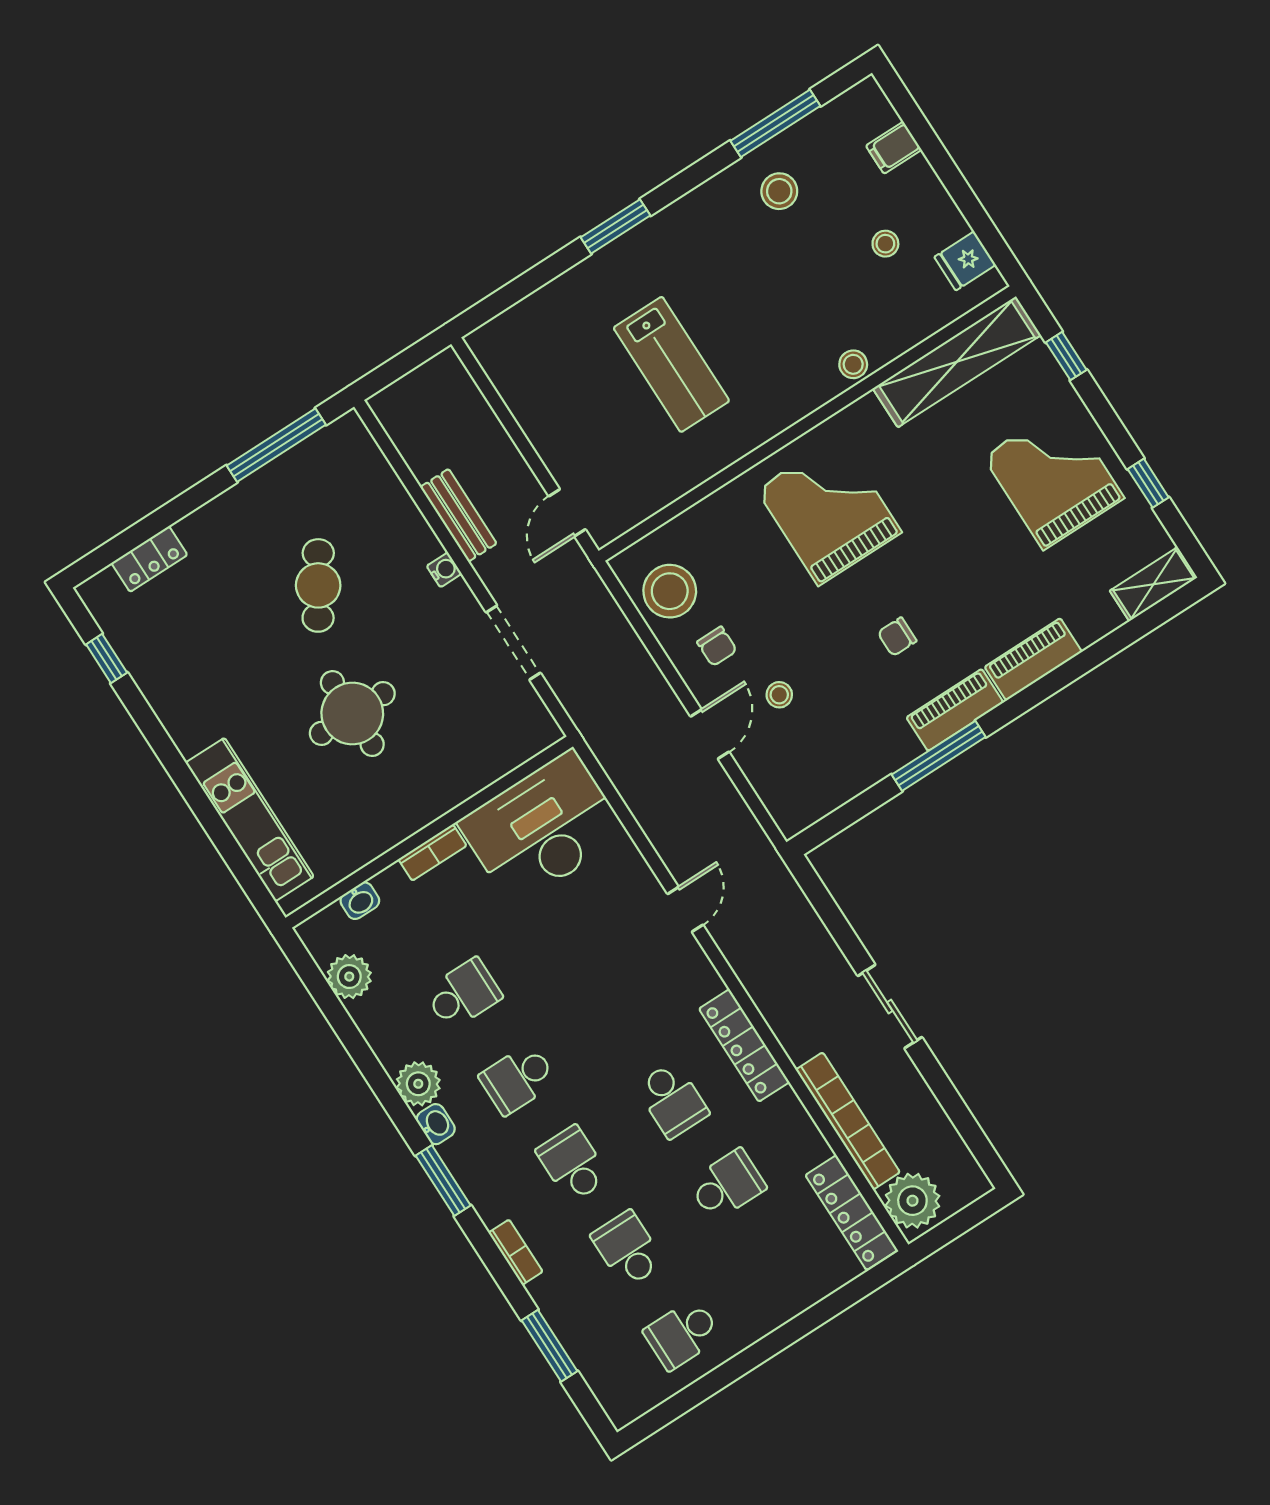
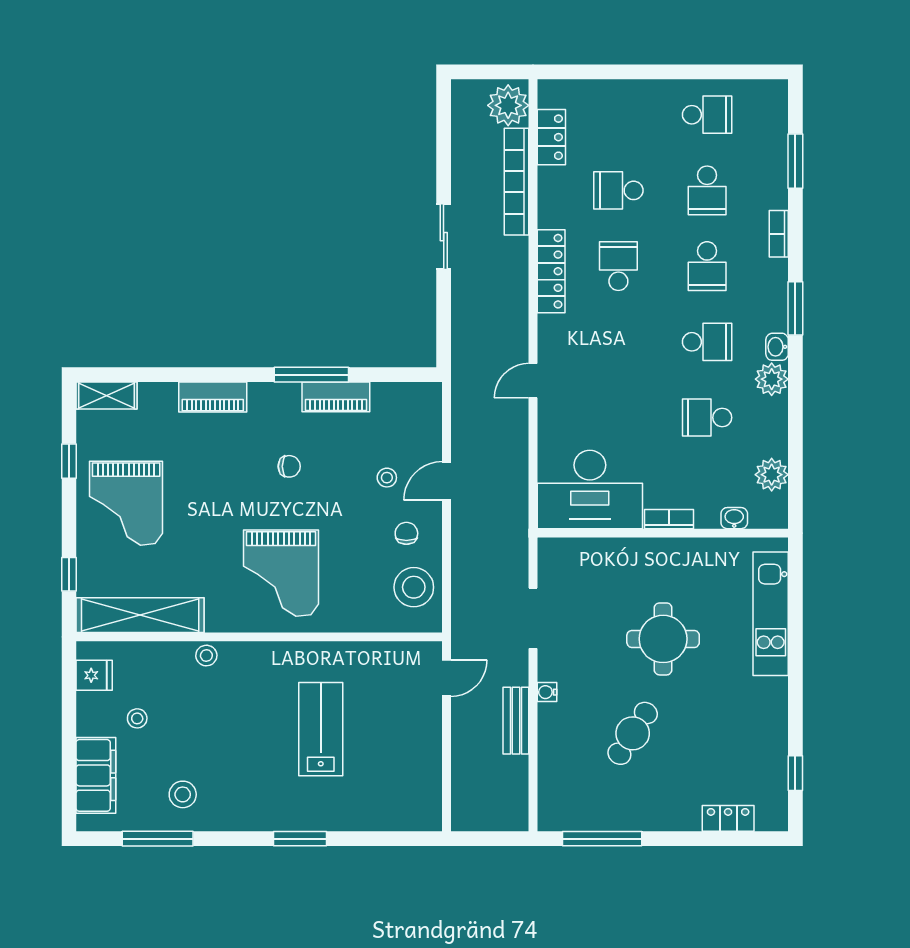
filing cabinet: (894, 148) -> (96, 775), width x3.00, depth x1.17
piano: (955, 710) -> (336, 397), moved
locker: (851, 1213) -> (551, 137), width x0.66

